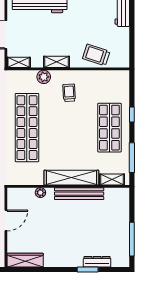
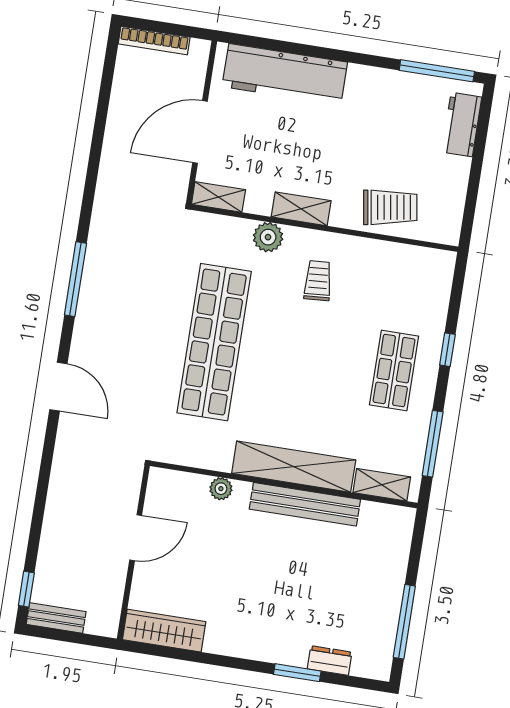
trolley: (96, 55) -> (390, 207), turned 153
shop shelf: (109, 128) -> (394, 371), width x0.70, depth x0.74
dresser: (97, 262) -> (330, 660), width x0.70

